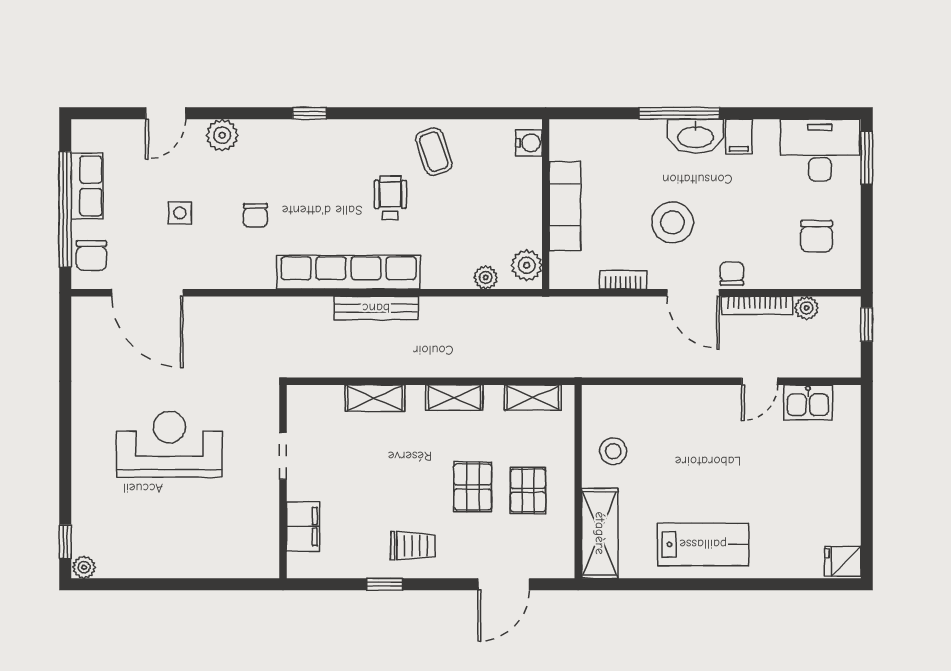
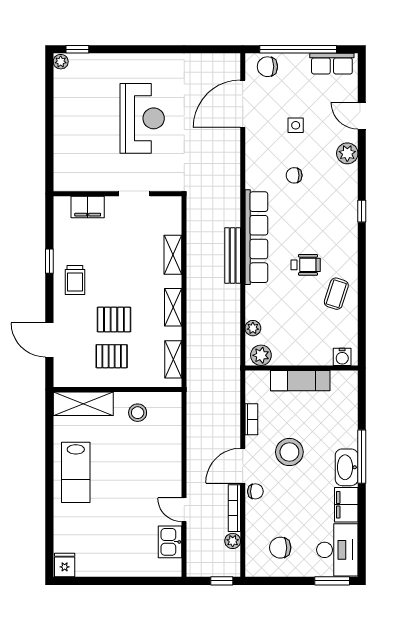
filing cabinet: (739, 137) -> (346, 505), width x2.00
coffee table: (434, 152) -> (336, 294), turned -53
row of seats: (87, 186) -> (332, 64), moved

